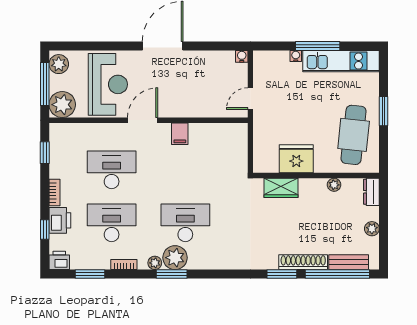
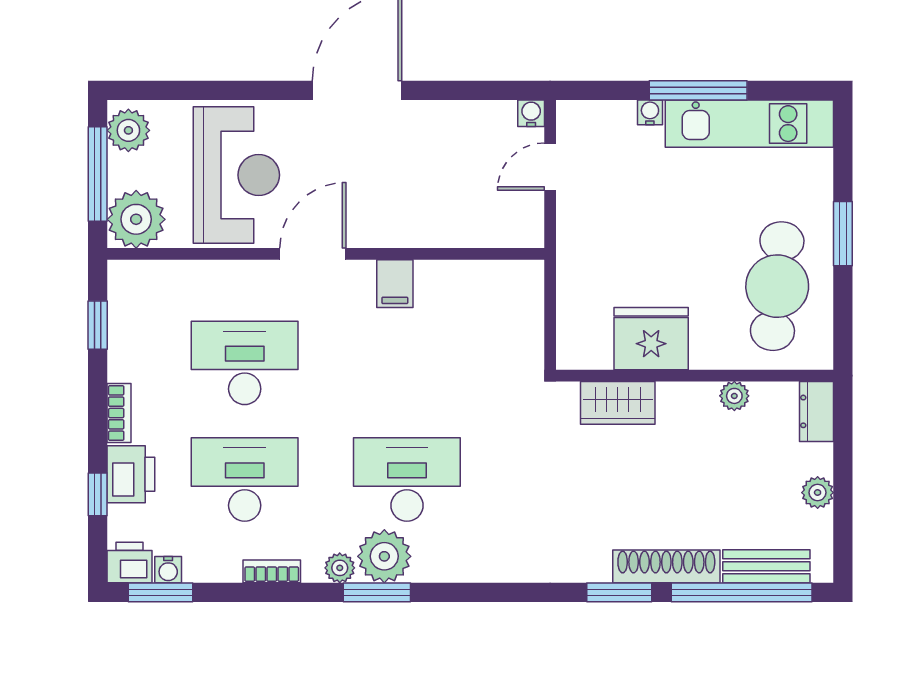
door: (250, 99) -> (550, 167), moved
water cooler: (77, 264) -> (168, 570), added
window: (90, 274) -> (161, 592), moved

